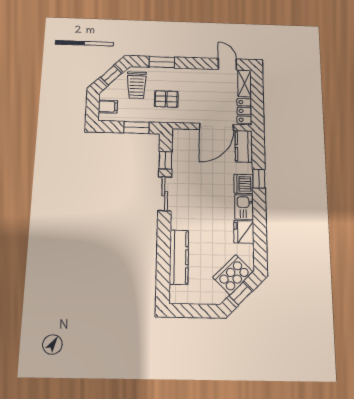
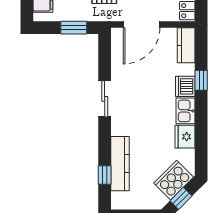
door: (216, 127) -> (142, 25), moved
window: (165, 160) -> (105, 175), moved

